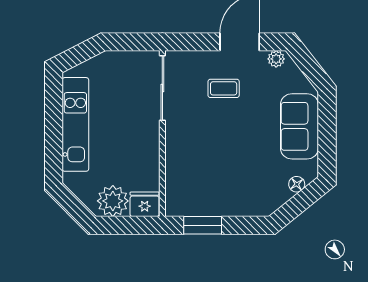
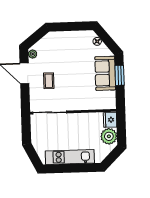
sofa: (299, 126) -> (105, 73), moved, turned 90
window: (203, 225) -> (120, 75), moved

